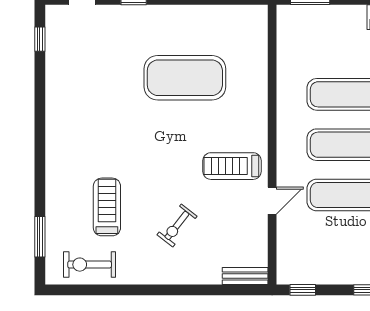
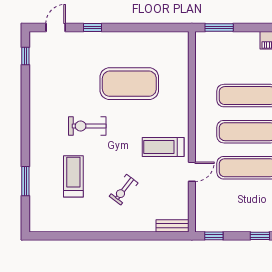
window: (40, 237) -> (25, 181), moved
exercise bike: (90, 265) -> (87, 126), moved

